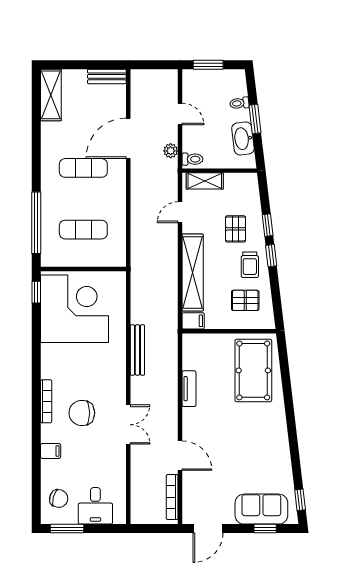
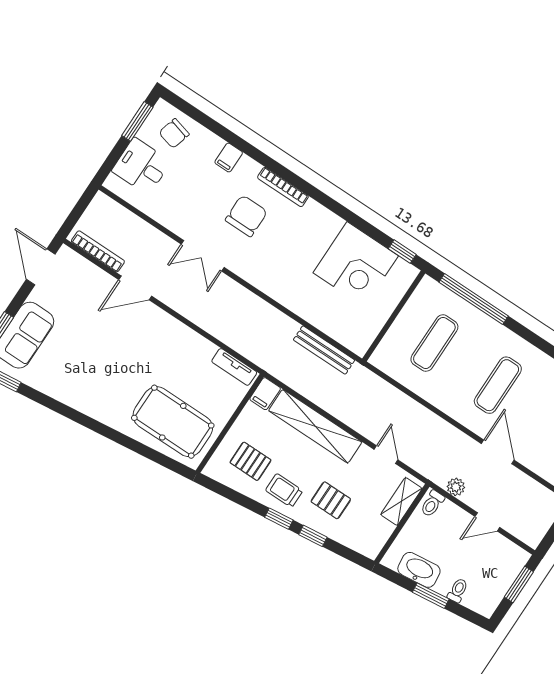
door: (128, 138) -> (498, 452), width x0.73
pallet: (245, 300) -> (250, 461), turned 90
corner desk: (74, 309) -> (356, 264), width x0.74, depth x0.74
bench: (137, 350) -> (324, 350), moved
tv unit: (189, 389) -> (234, 367), moved

